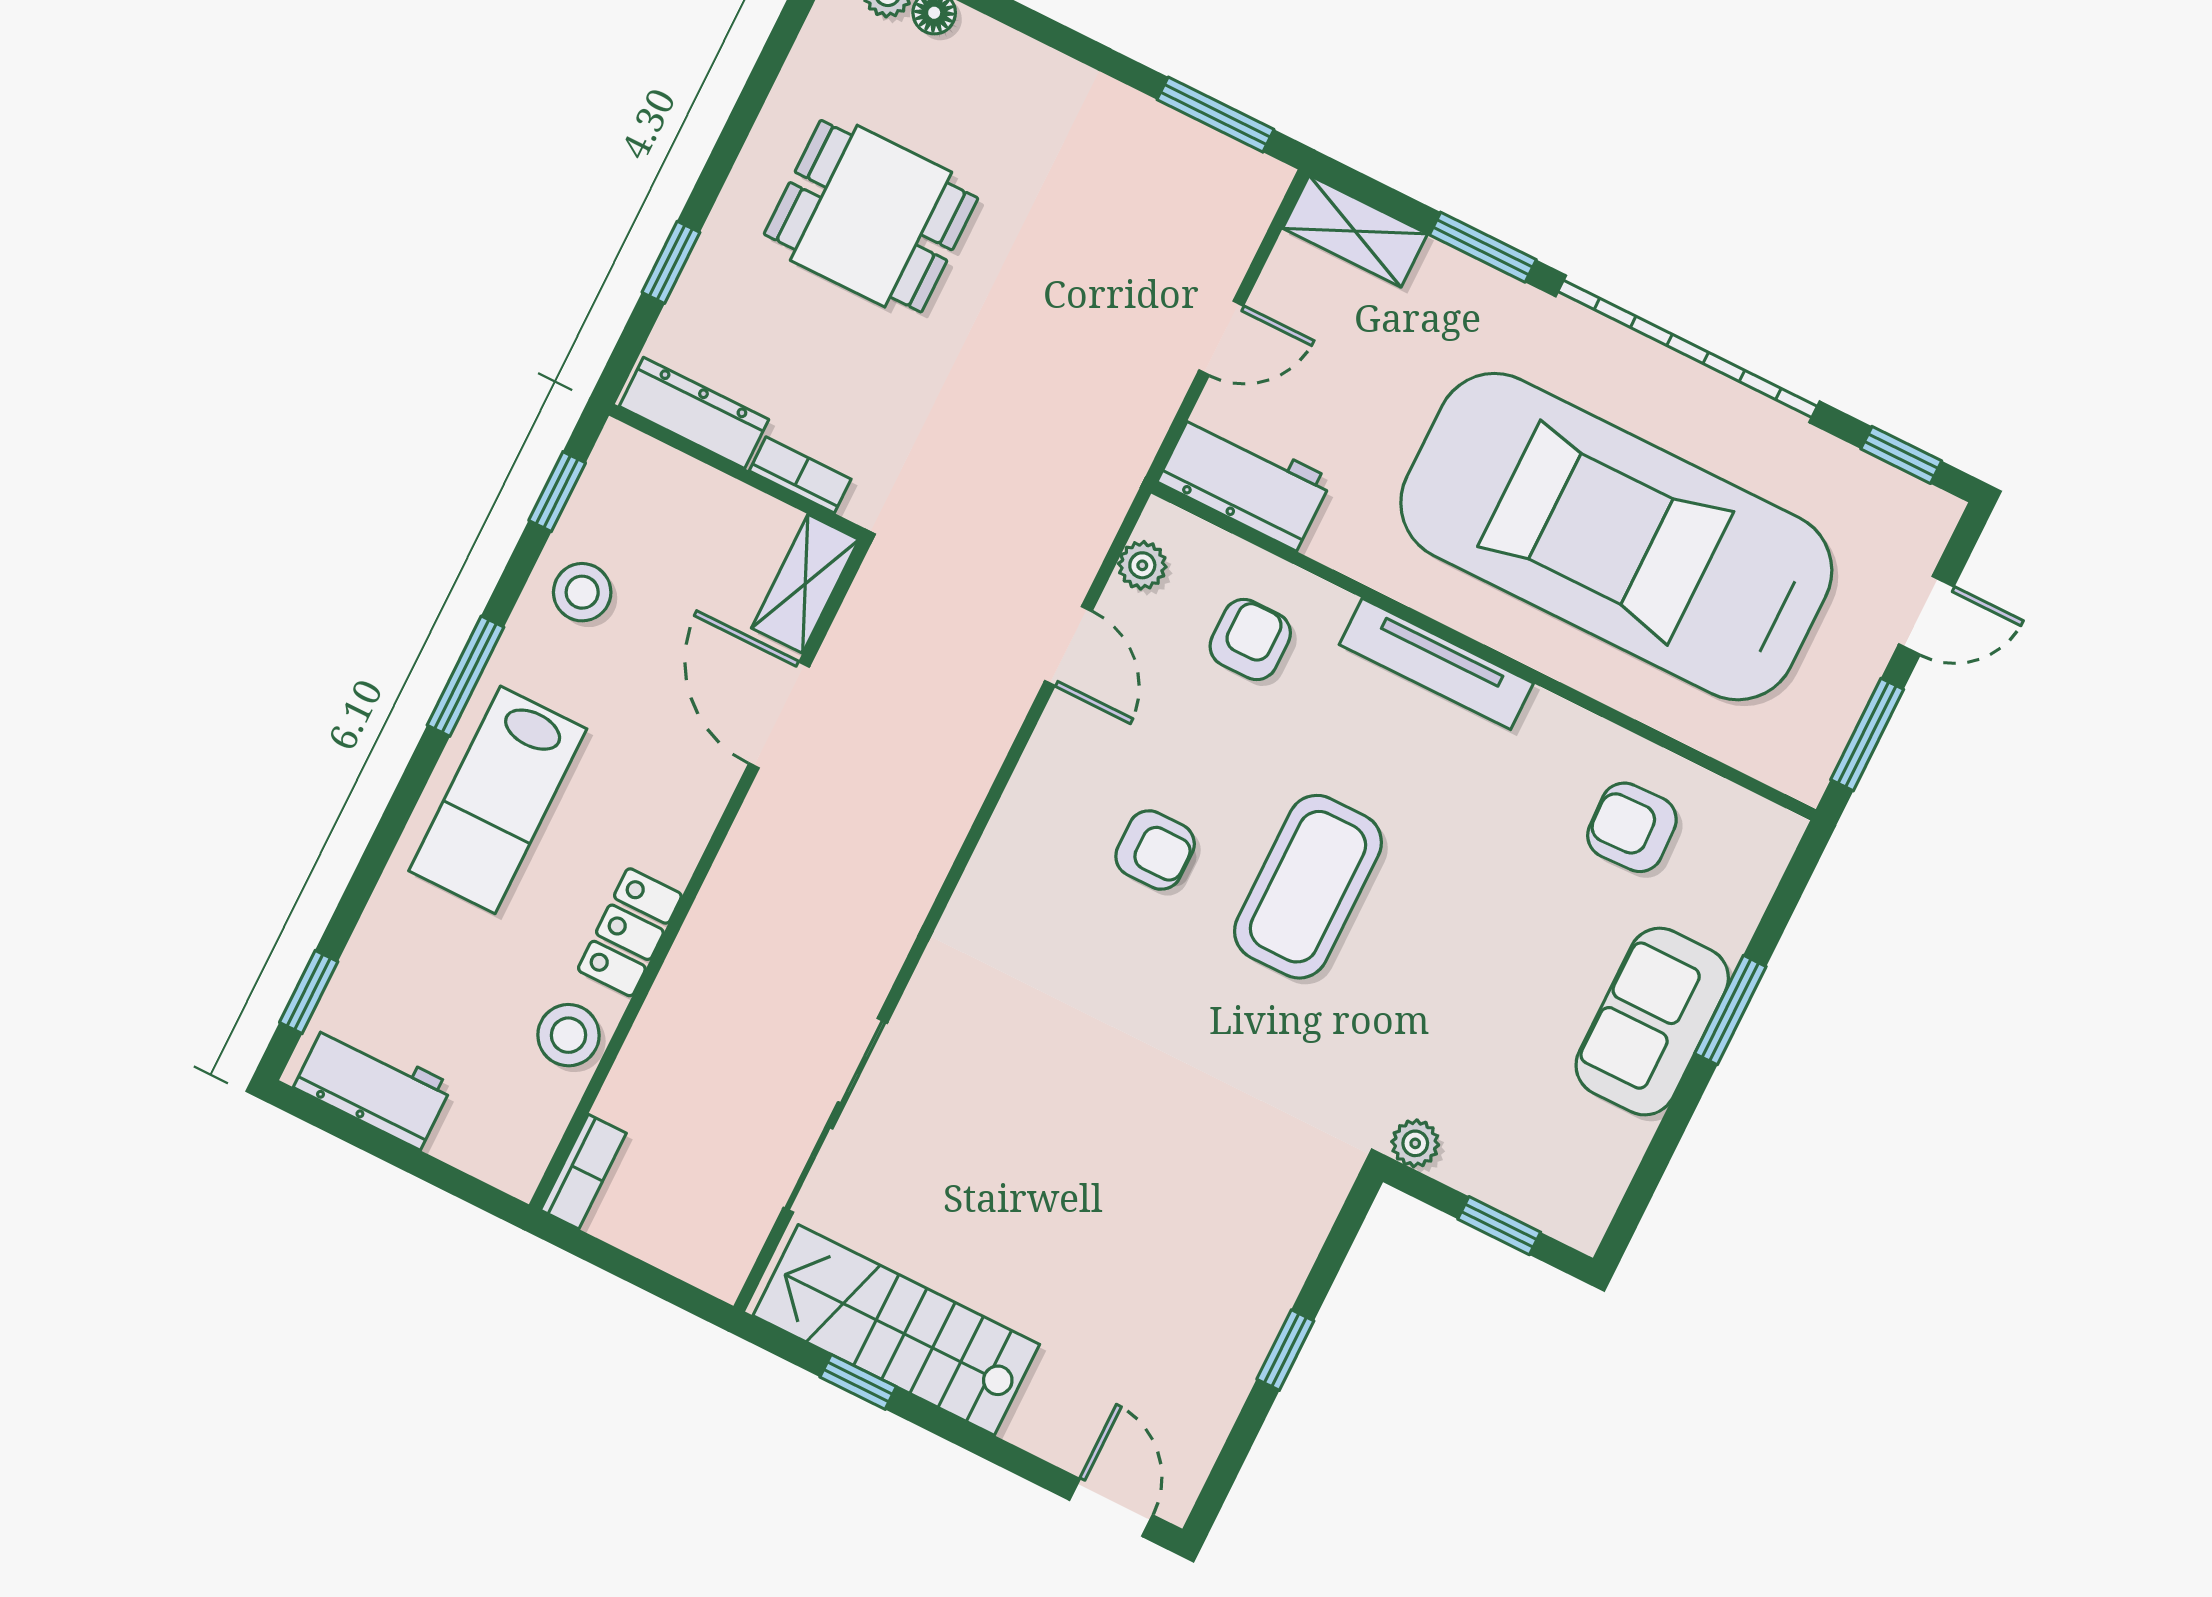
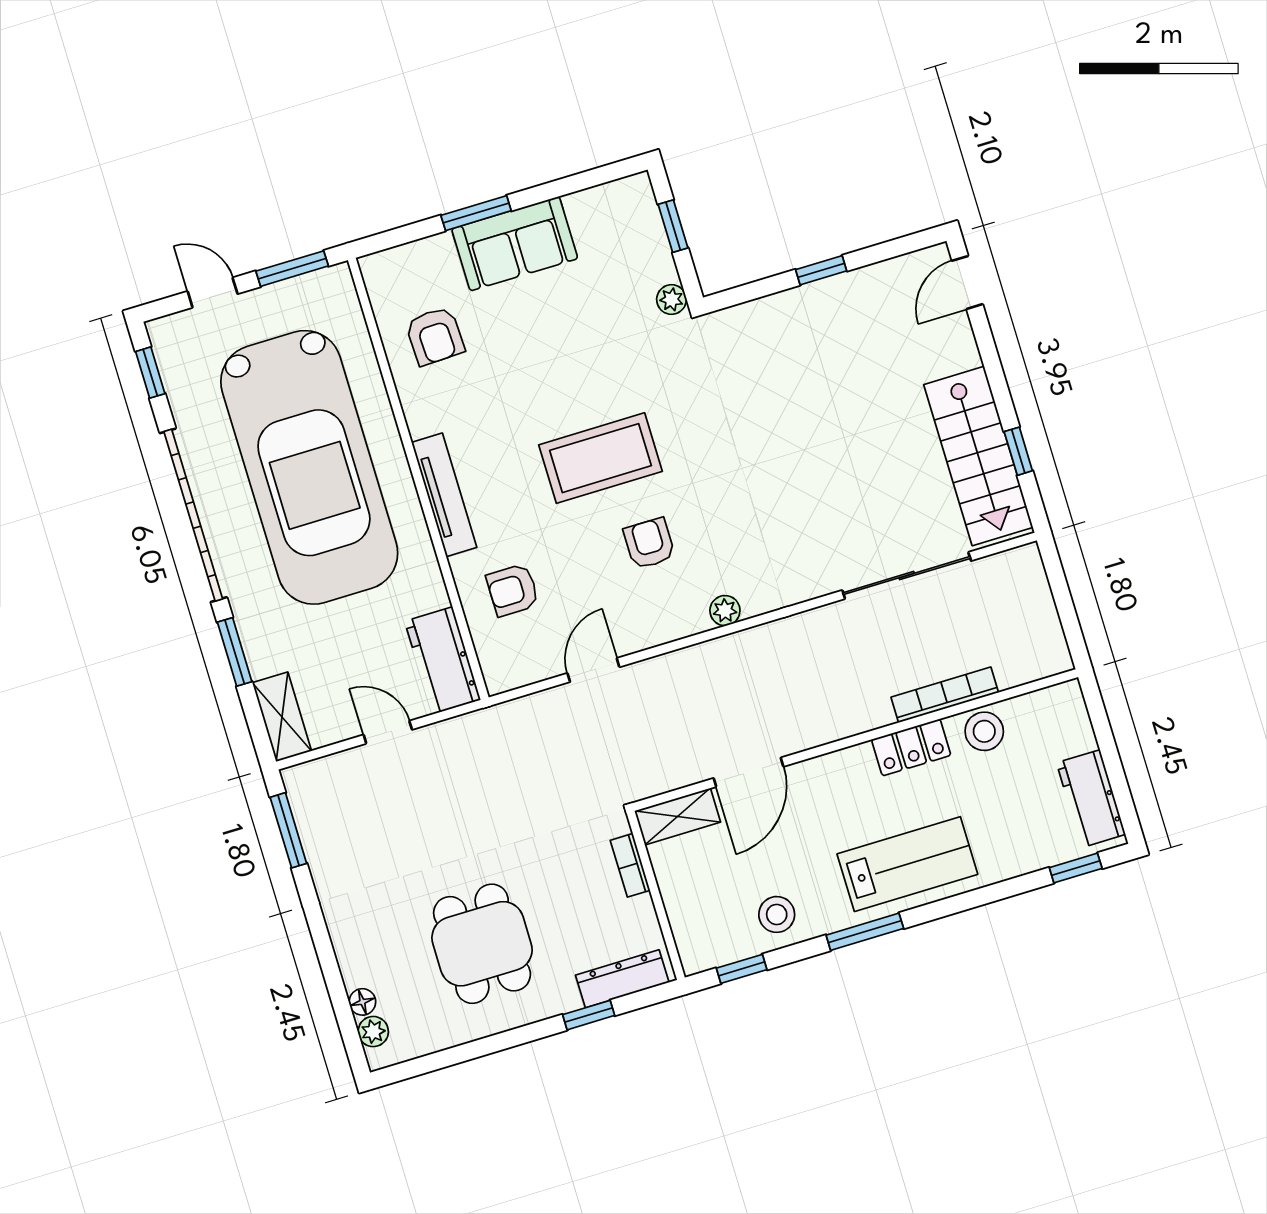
dresser: (694, 413) -> (622, 979), moved, turned 90
plant: (1142, 565) -> (725, 611), moved
bookcase: (583, 1172) -> (945, 695), moved, width x1.56

